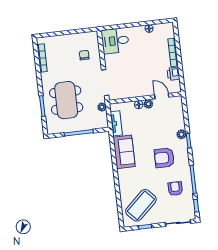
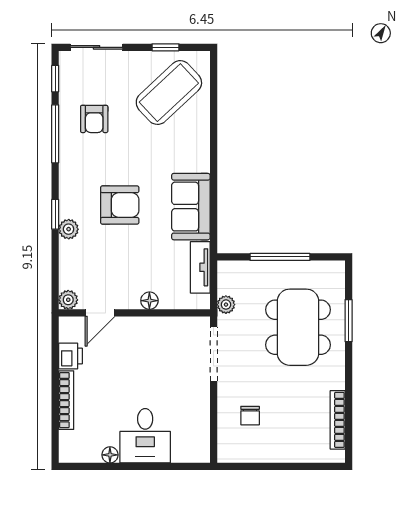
desk: (115, 41) -> (145, 436), moved, turned 90
door: (162, 96) -> (100, 313), hinge flipped
plant: (148, 104) -> (68, 300), moved
armchair: (164, 158) -> (120, 205), moved

